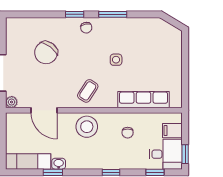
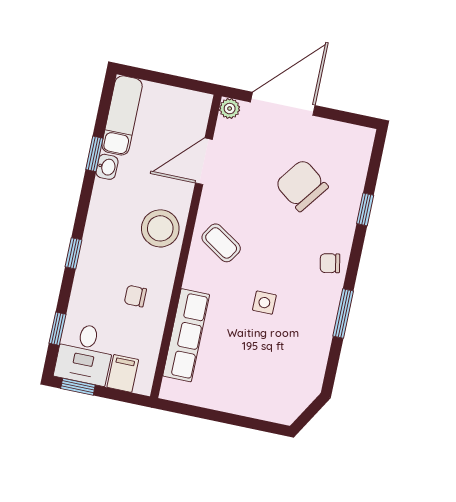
window: (75, 14) -> (365, 209), moved

